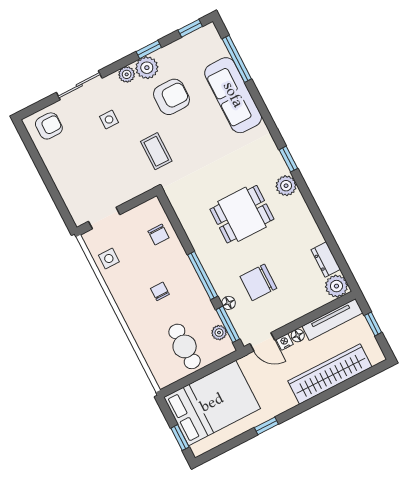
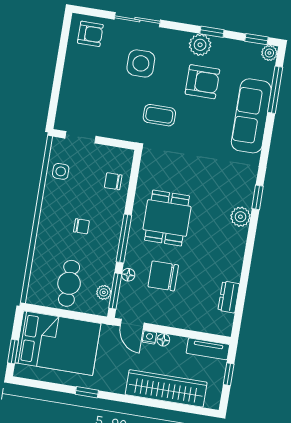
plant: (127, 74) -> (269, 53), moved
side table: (109, 120) -> (141, 63), width x1.87, depth x1.87
coffee table: (156, 151) -> (159, 115), turned 90
dining table: (242, 214) -> (167, 218), moved, turned 90
chair: (158, 234) -> (113, 181), turned 90
plant: (336, 286) -> (222, 324), removed
chair: (160, 291) -> (81, 226), turned 90
tv unit: (332, 320) -> (208, 349), width x0.71

